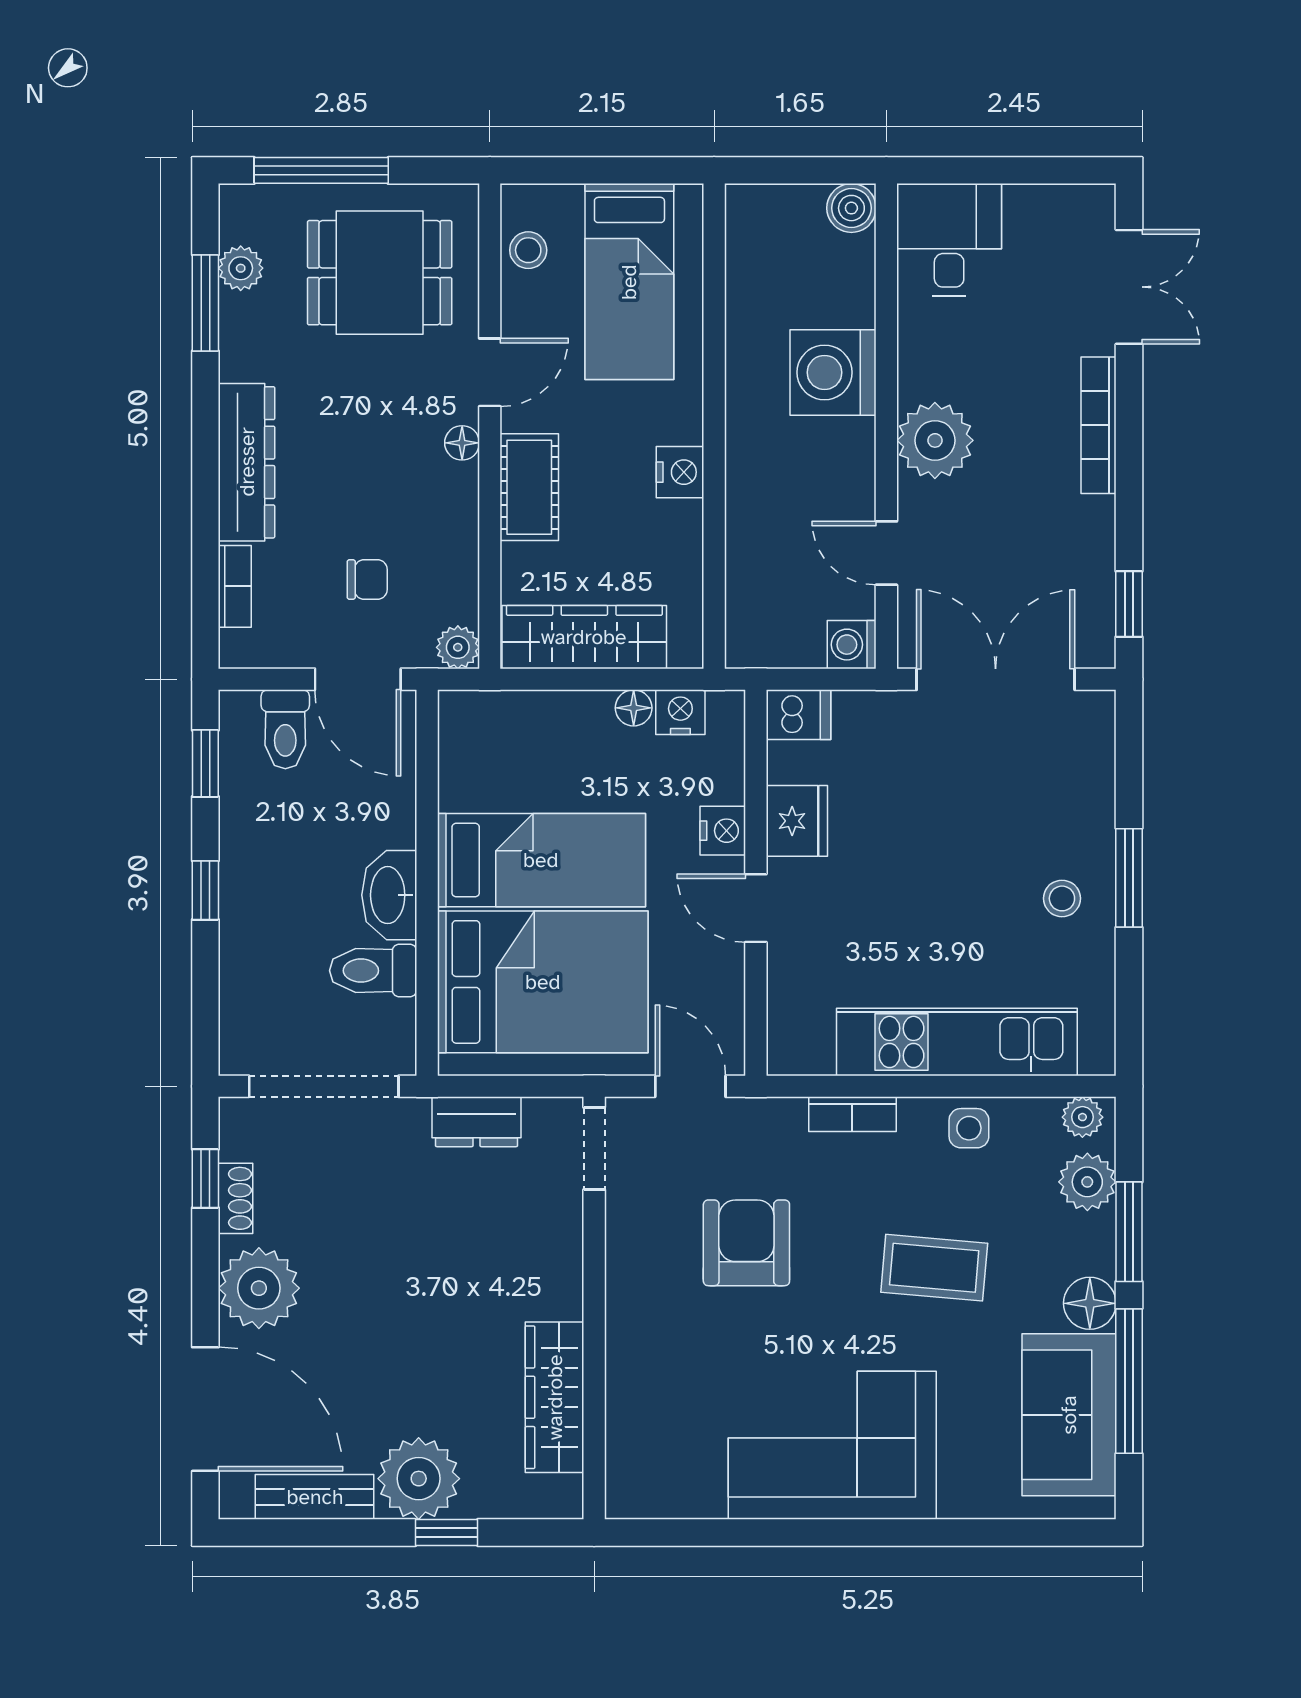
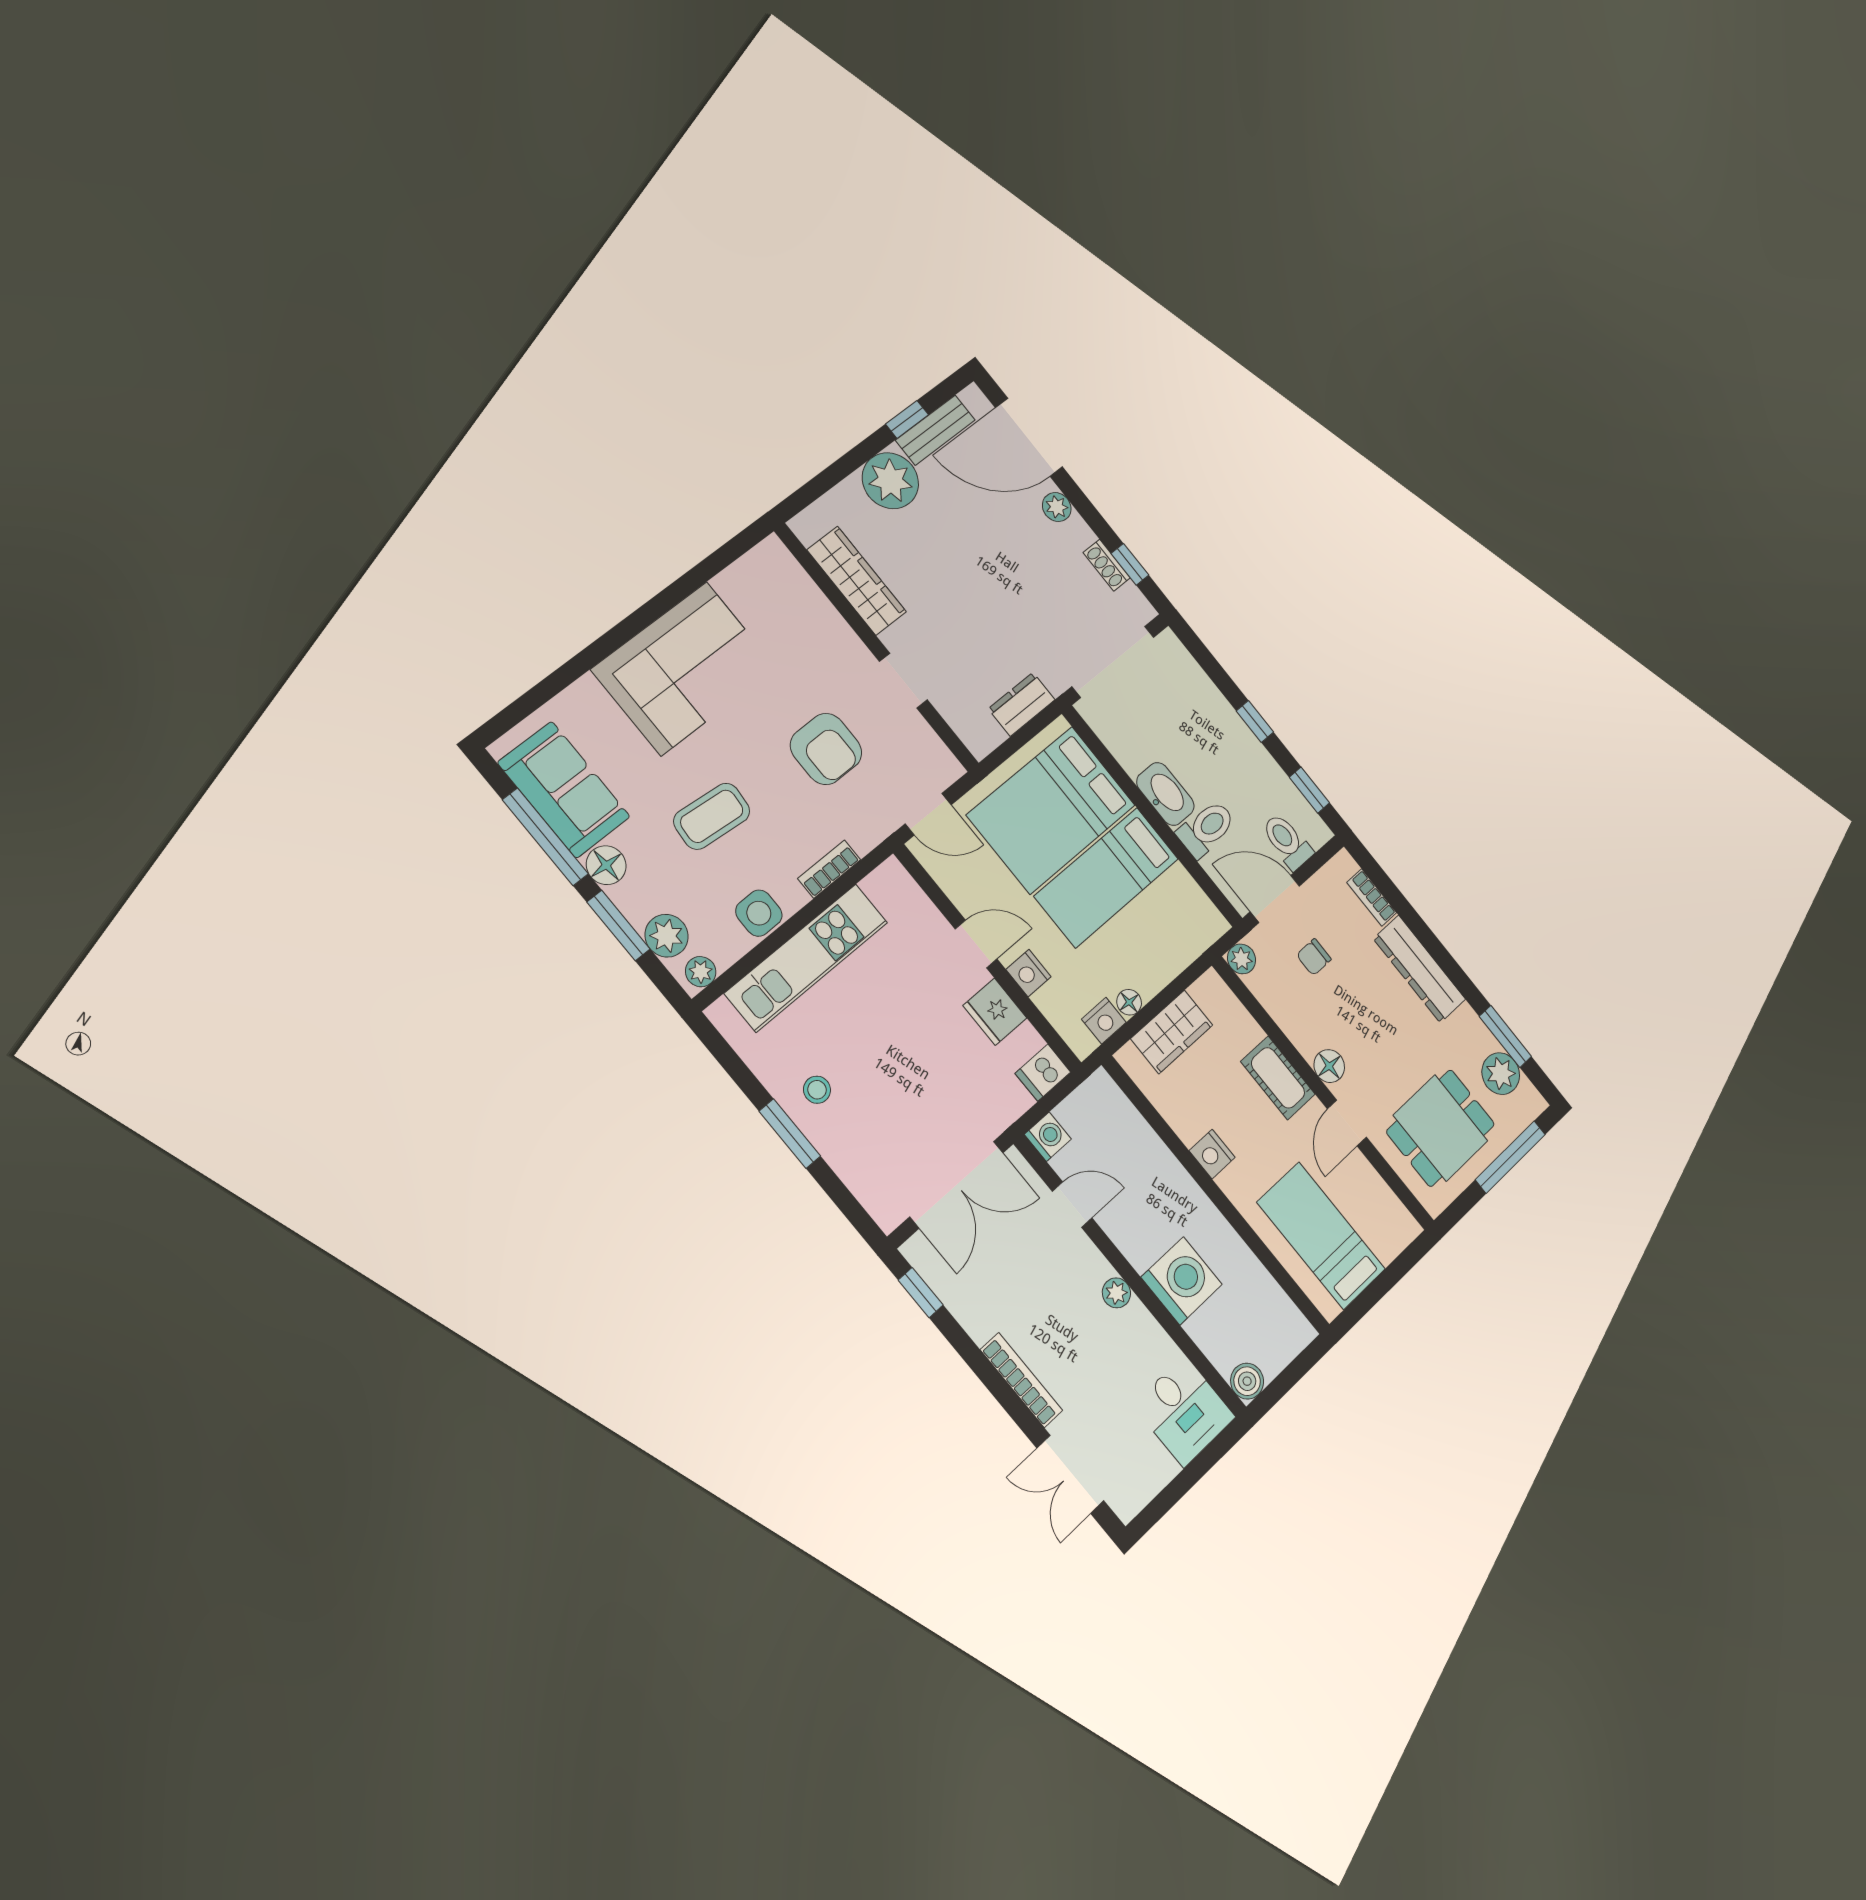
stool: (528, 250) -> (1382, 1207), removed
plant: (241, 268) -> (1501, 1074), width x1.38, depth x1.38
plant: (935, 440) -> (1116, 1293), width x0.53, depth x0.53
floor lamp: (462, 443) -> (1329, 1066), width x1.37, depth x1.37
wardrobe: (584, 637) -> (1172, 1032), width x0.67
toilet: (373, 971) -> (1206, 829), moved
side table: (969, 1128) -> (759, 913), width x1.37, depth x1.37
doorway: (594, 1148) -> (903, 681), moved
plant: (259, 1288) -> (1057, 507), width x0.53, depth x0.53
window: (447, 1532) -> (907, 419), moved

